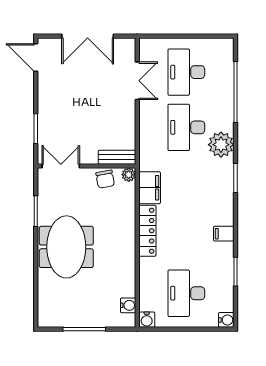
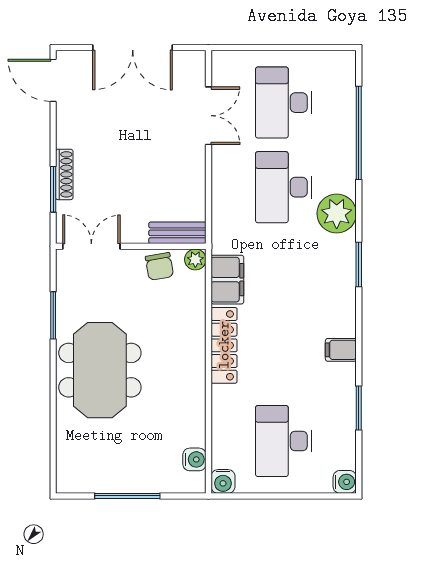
shoe rack: (43, 119) -> (64, 174), added

